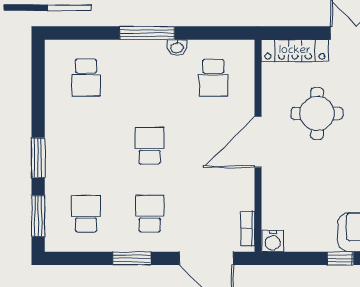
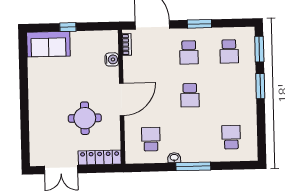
water cooler: (273, 241) -> (112, 59), moved, turned 90

